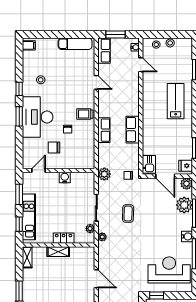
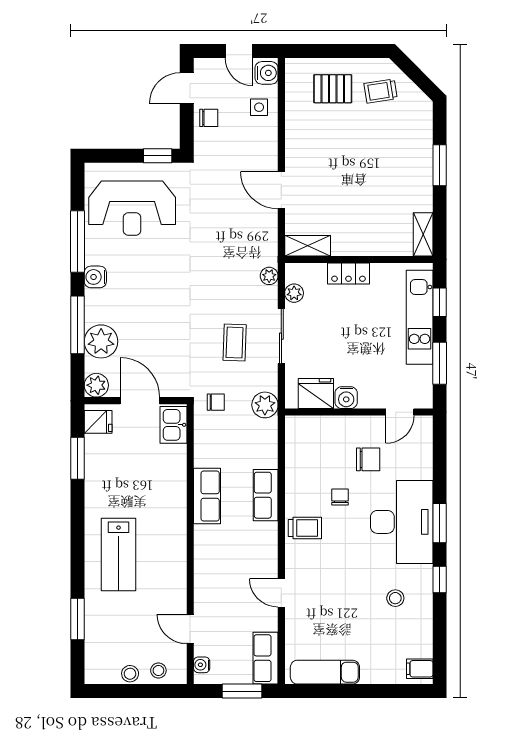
fridge: (79, 180) -> (316, 394), added
coffee table: (128, 214) -> (235, 343), moved
shelving: (58, 252) -> (308, 246), moved

